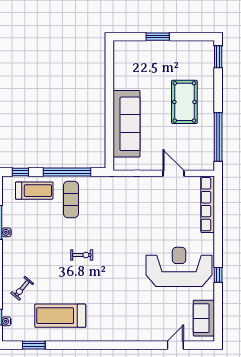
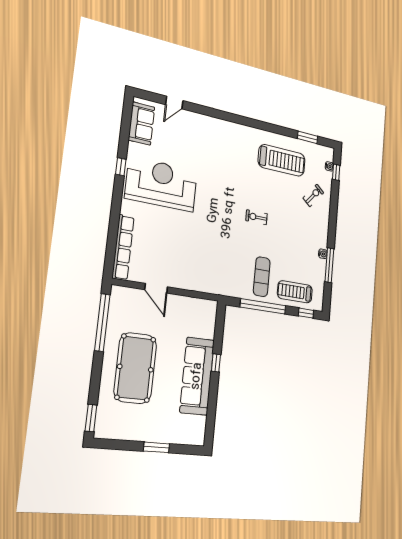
pool table: (184, 102) -> (135, 368), width x1.36, depth x1.32
window: (109, 115) -> (216, 363), added
sofa: (126, 124) -> (197, 376), moved
reception desk: (179, 267) -> (161, 184), turned 180

